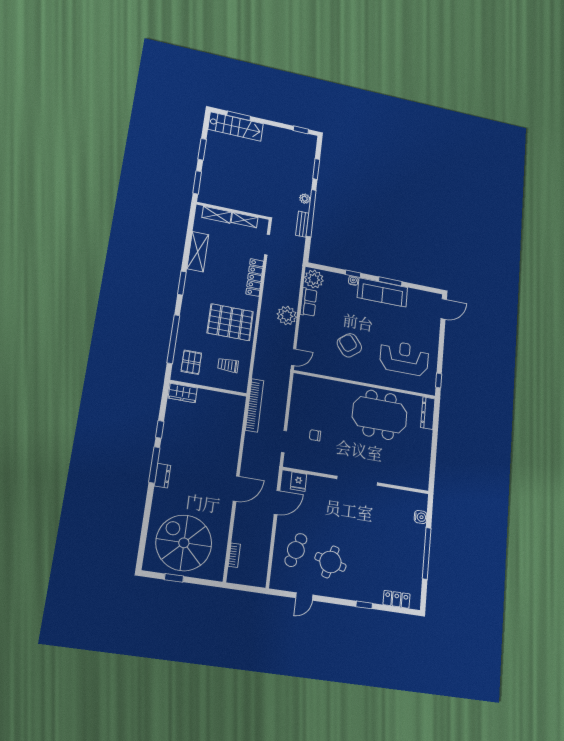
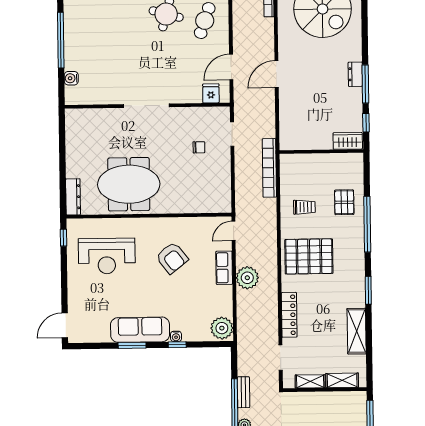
row of seats: (309, 302) -> (224, 268), moved
wall: (208, 388) -> (321, 151), moved
wardrobe: (183, 393) -> (348, 141), moved

